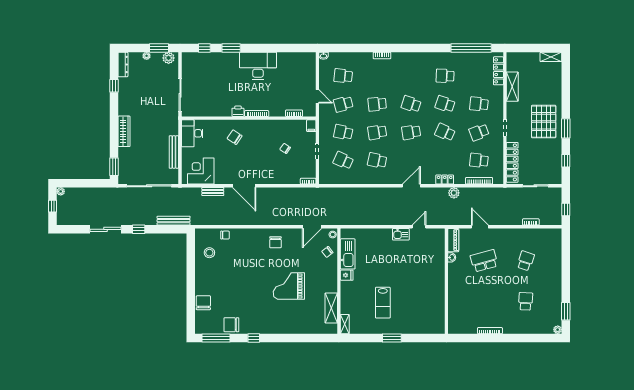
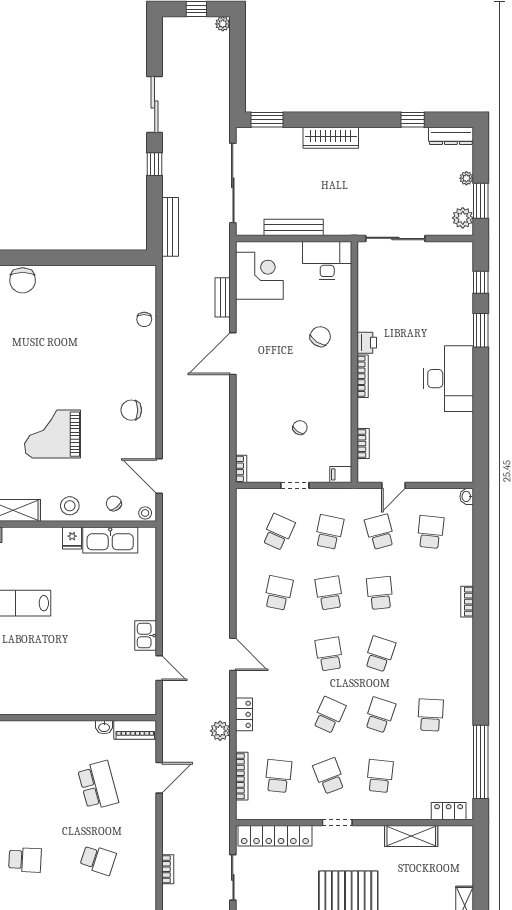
locker: (498, 71) -> (449, 811), width x0.66
stool: (209, 253) -> (70, 506), moved
grand piano: (289, 286) -> (53, 434), turned -90
chair: (203, 303) -> (23, 280), turned 90

